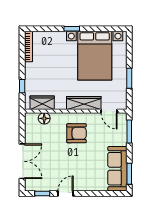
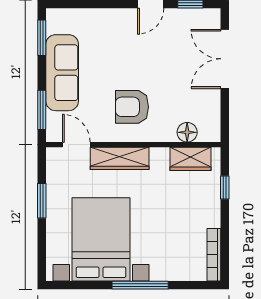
window: (72, 29) -> (140, 285), width x2.17
sofa: (117, 169) -> (62, 73), moved

